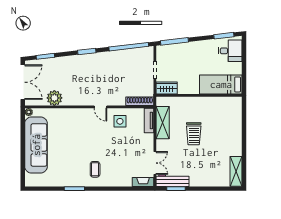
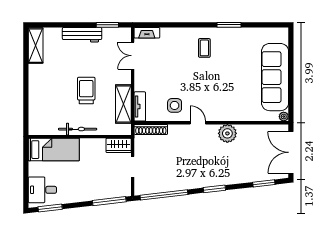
plant: (54, 98) -> (227, 133), moved
bicycle: (201, 102) -> (78, 129), added
workbench: (172, 180) -> (82, 35), moved

